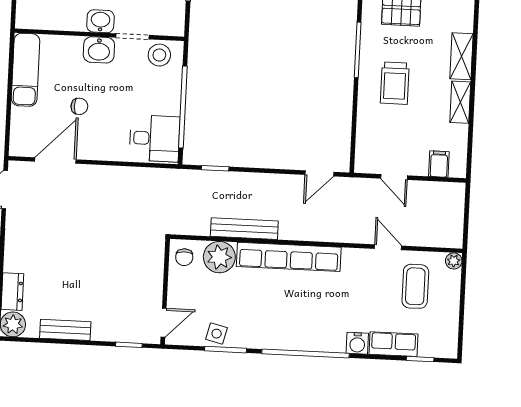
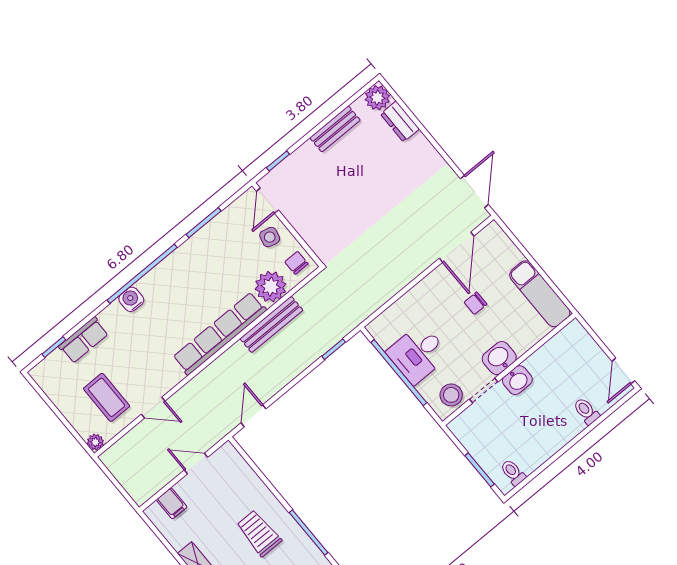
desk: (155, 138) -> (418, 354), moved
side table: (217, 334) -> (270, 237), moved
water cooler: (357, 343) -> (131, 299), moved

